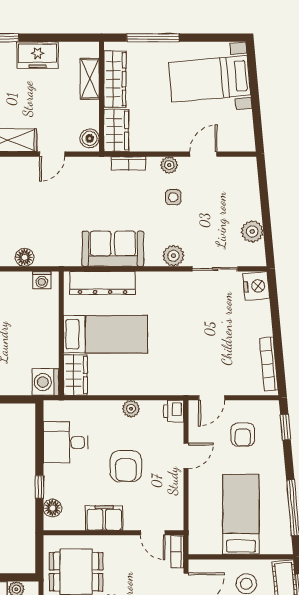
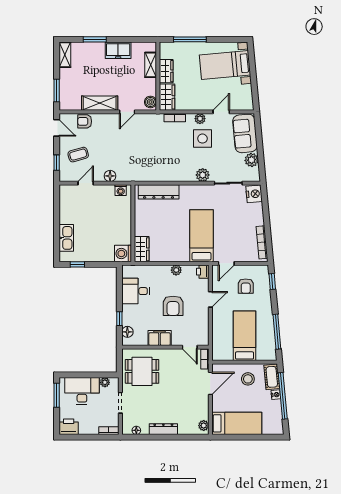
wardrobe: (115, 79) -> (166, 71), width x0.67
side table: (173, 197) -> (202, 139), width x1.87, depth x1.87
sofa: (113, 249) -> (245, 133), moved, turned -95
bed: (105, 334) -> (202, 236), moved, turned -90

